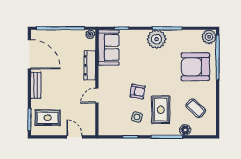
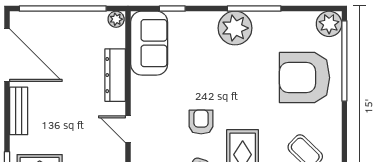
armchair: (138, 91) -> (201, 122), turned -99
door: (97, 96) -> (128, 129), hinge flipped

